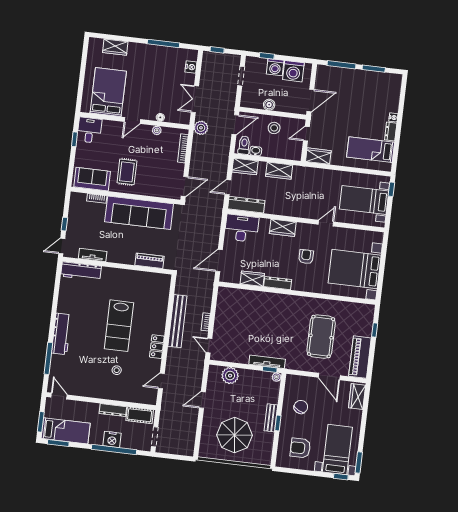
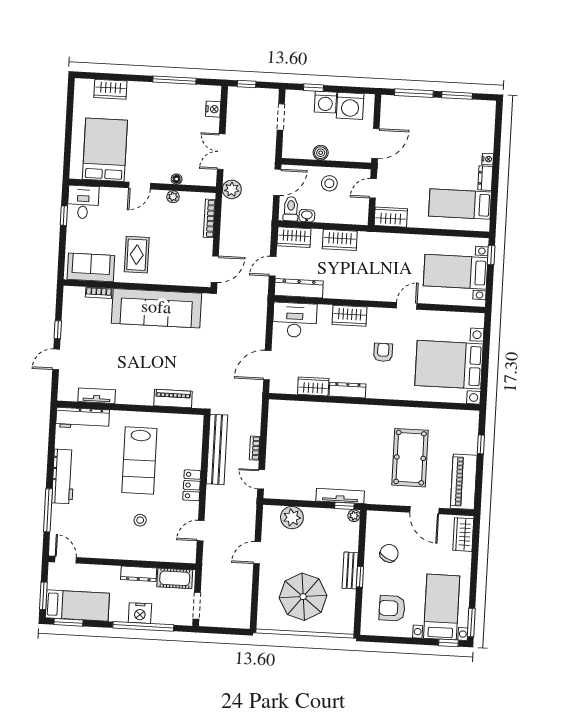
tv unit: (93, 255) -> (97, 396), moved
piano: (149, 261) -> (173, 398), moved
wall: (117, 266) -> (130, 408), moved
workbench: (81, 271) -> (83, 418), moved

